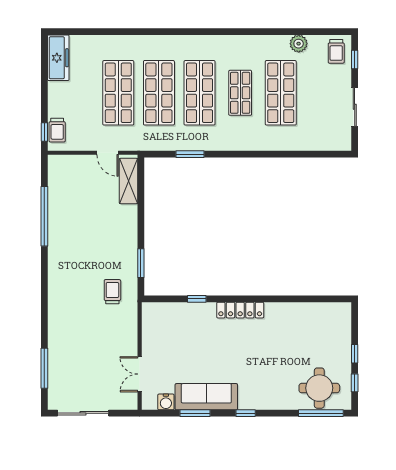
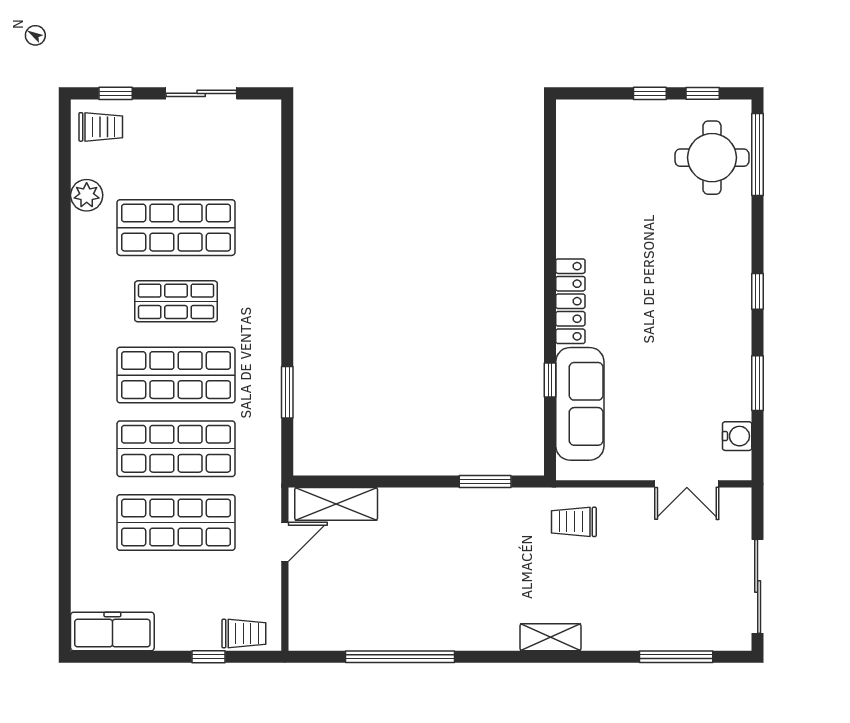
window: (44, 132) -> (208, 657), moved
trolley: (112, 292) -> (574, 522), moved
shelving: (55, 299) -> (550, 637), added
sofa: (206, 397) -> (580, 404), moved, turned 180

